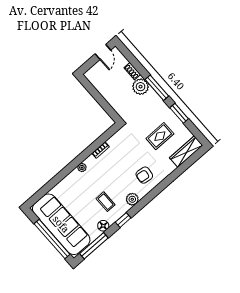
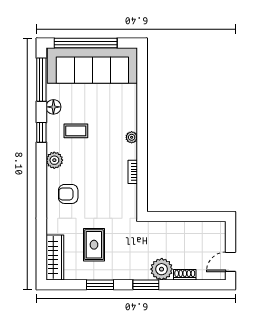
door: (103, 52) -> (230, 262), hinge flipped
window: (157, 88) -> (146, 285), width x0.69
armchair: (144, 175) -> (68, 194), turned -97

